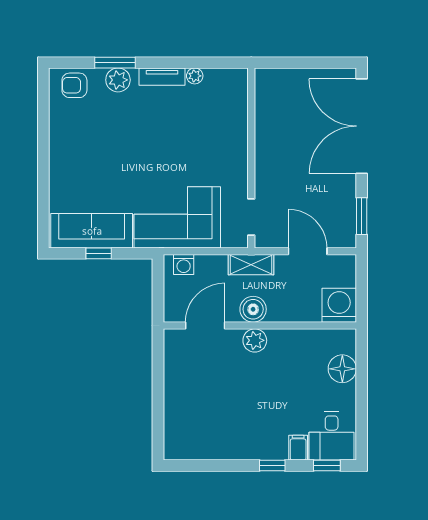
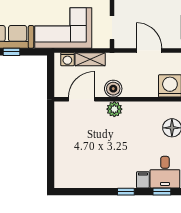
shelving: (251, 265) -> (90, 59), moved

